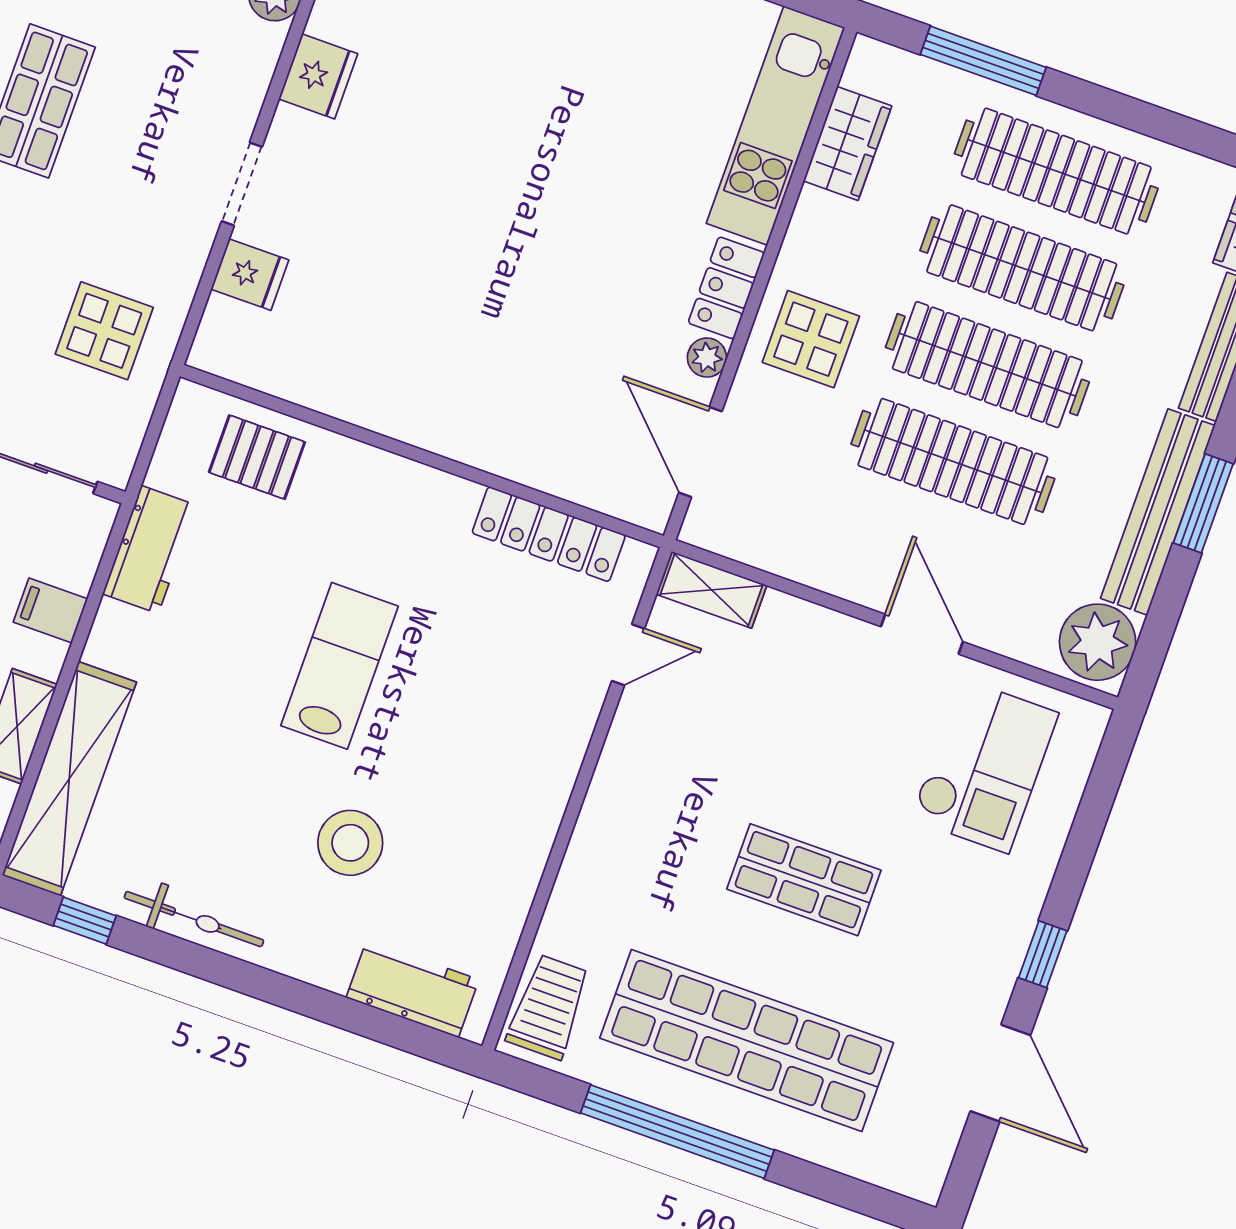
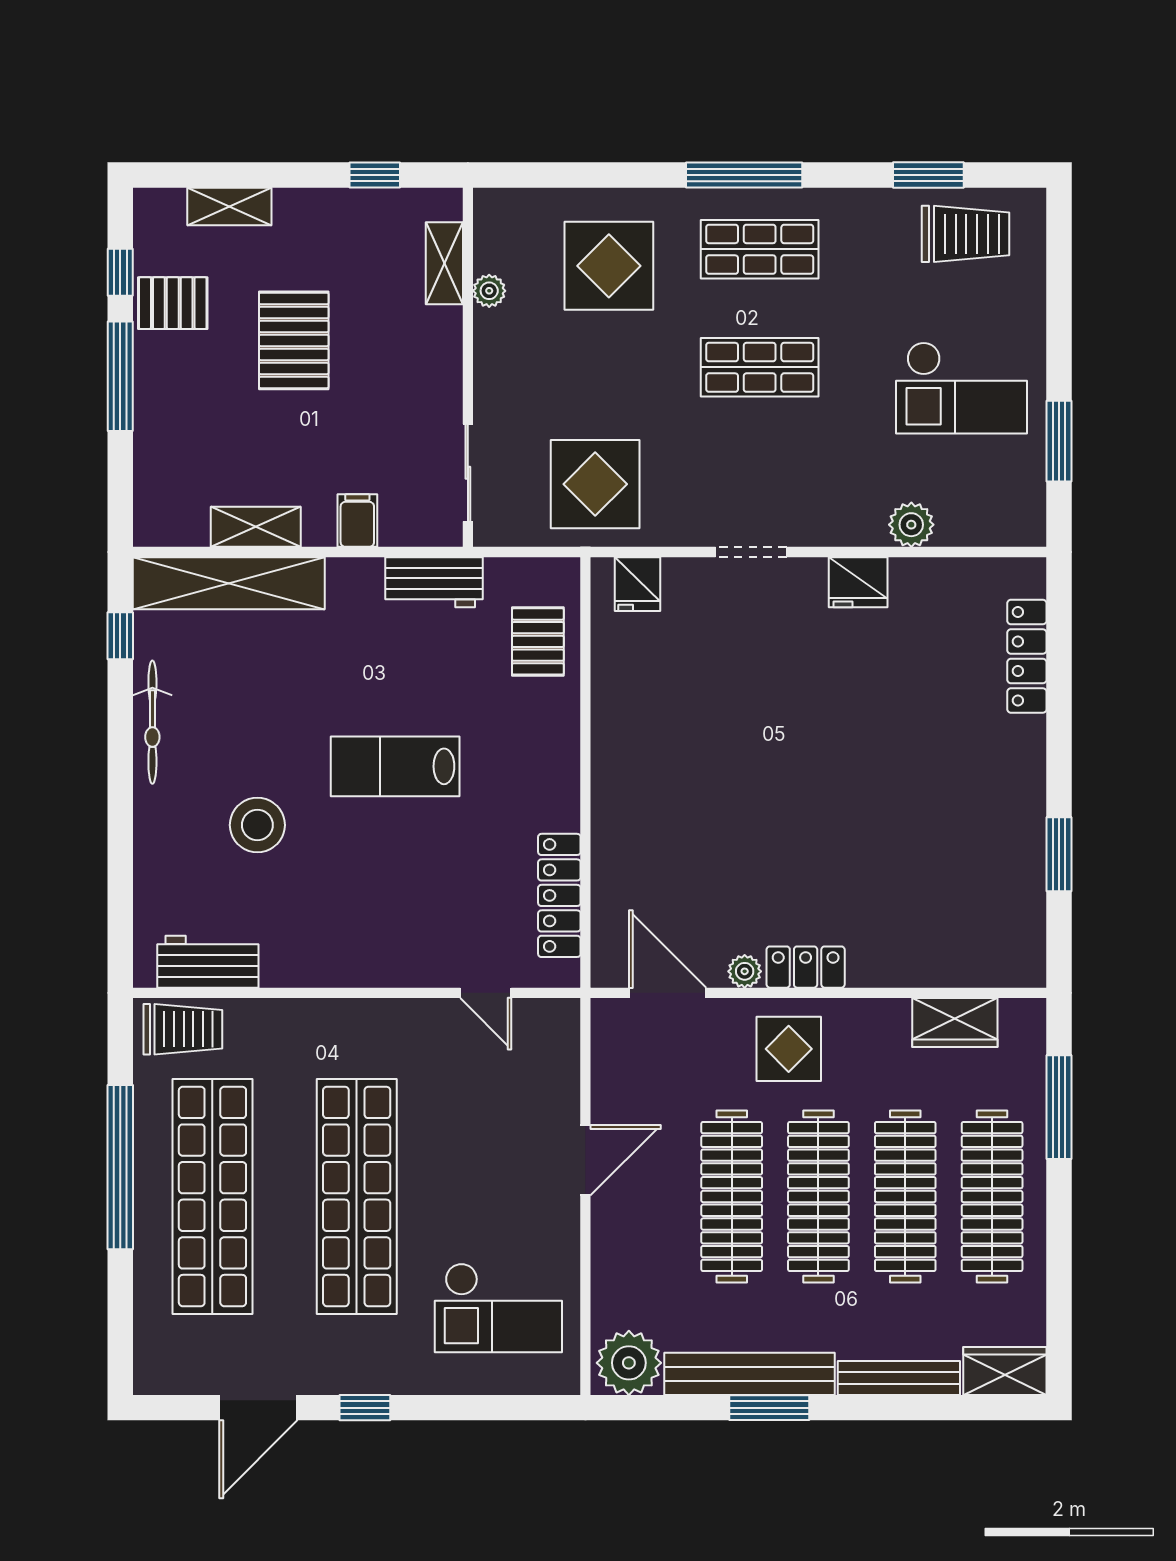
kitchen unit: (776, 125) -> (949, 960), removed
fridge: (250, 275) -> (637, 584), moved
display table: (104, 331) -> (595, 484), width x1.36, depth x1.36
door: (700, 452) -> (668, 993), hinge flipped
shelving: (711, 590) -> (561, 1041), removed
door: (922, 634) -> (585, 1160), moved
lab bench: (339, 666) -> (395, 766), turned 180
shop shelf: (804, 880) -> (357, 1196), width x2.00, depth x1.36
workbench: (412, 989) -> (208, 962), moved, turned -90

